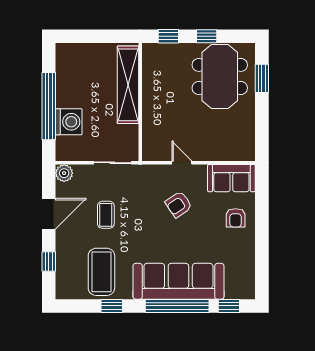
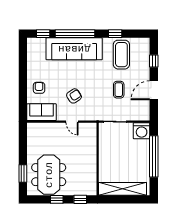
shelving: (128, 85) -> (122, 189), moved, turned 90
washing machine: (69, 122) -> (142, 131), moved, turned -90
plant: (64, 173) -> (144, 115), removed

